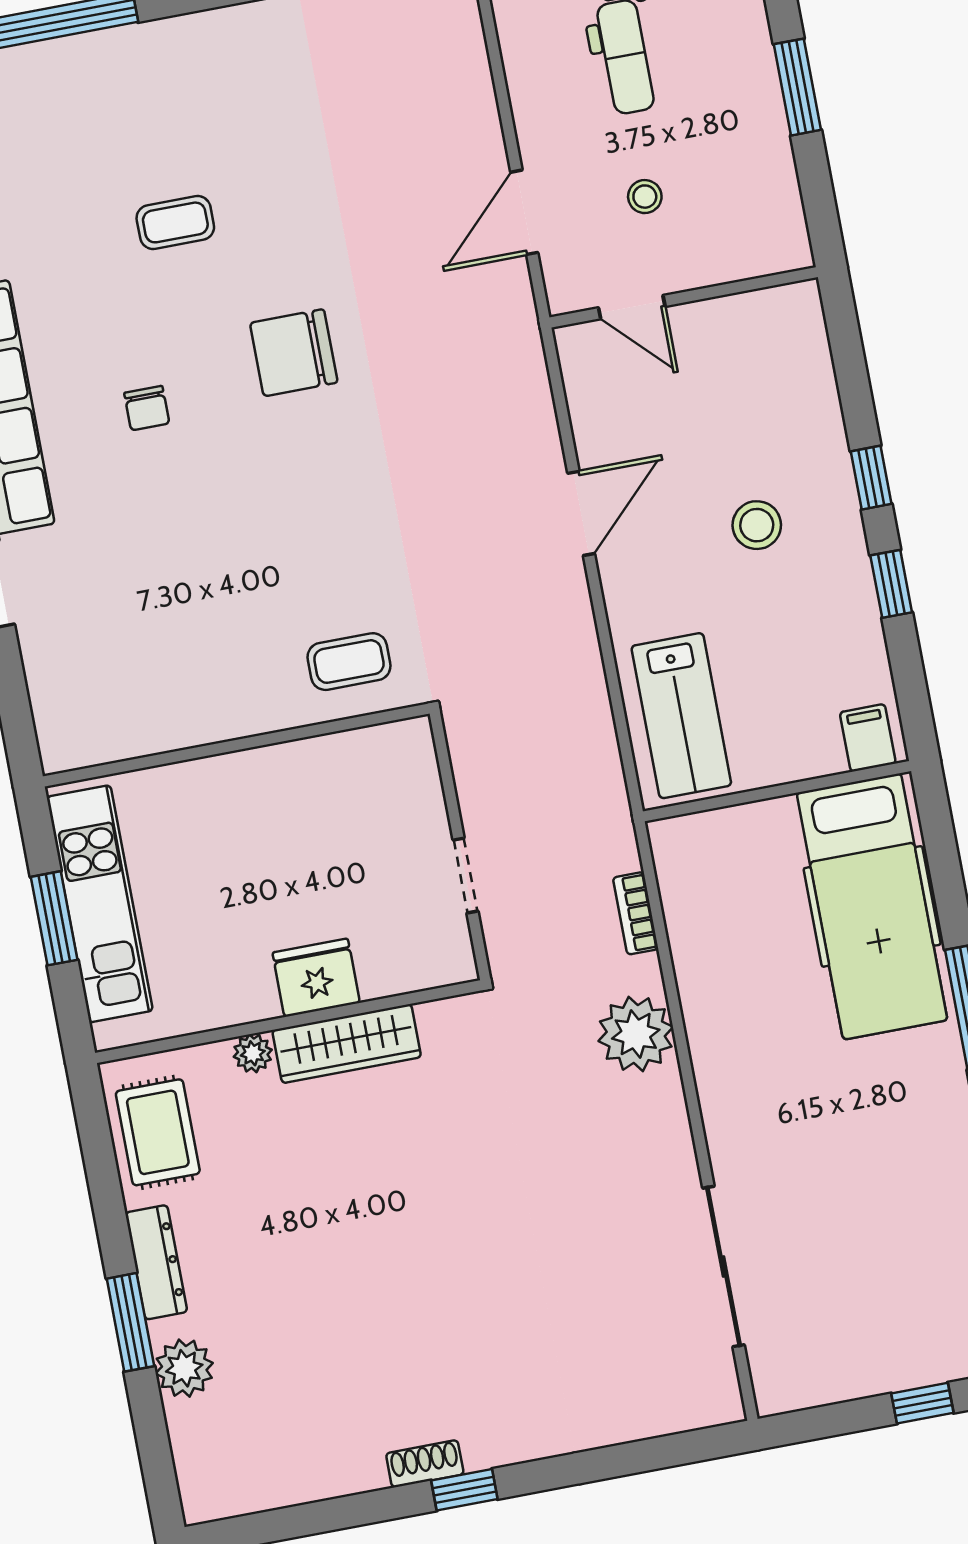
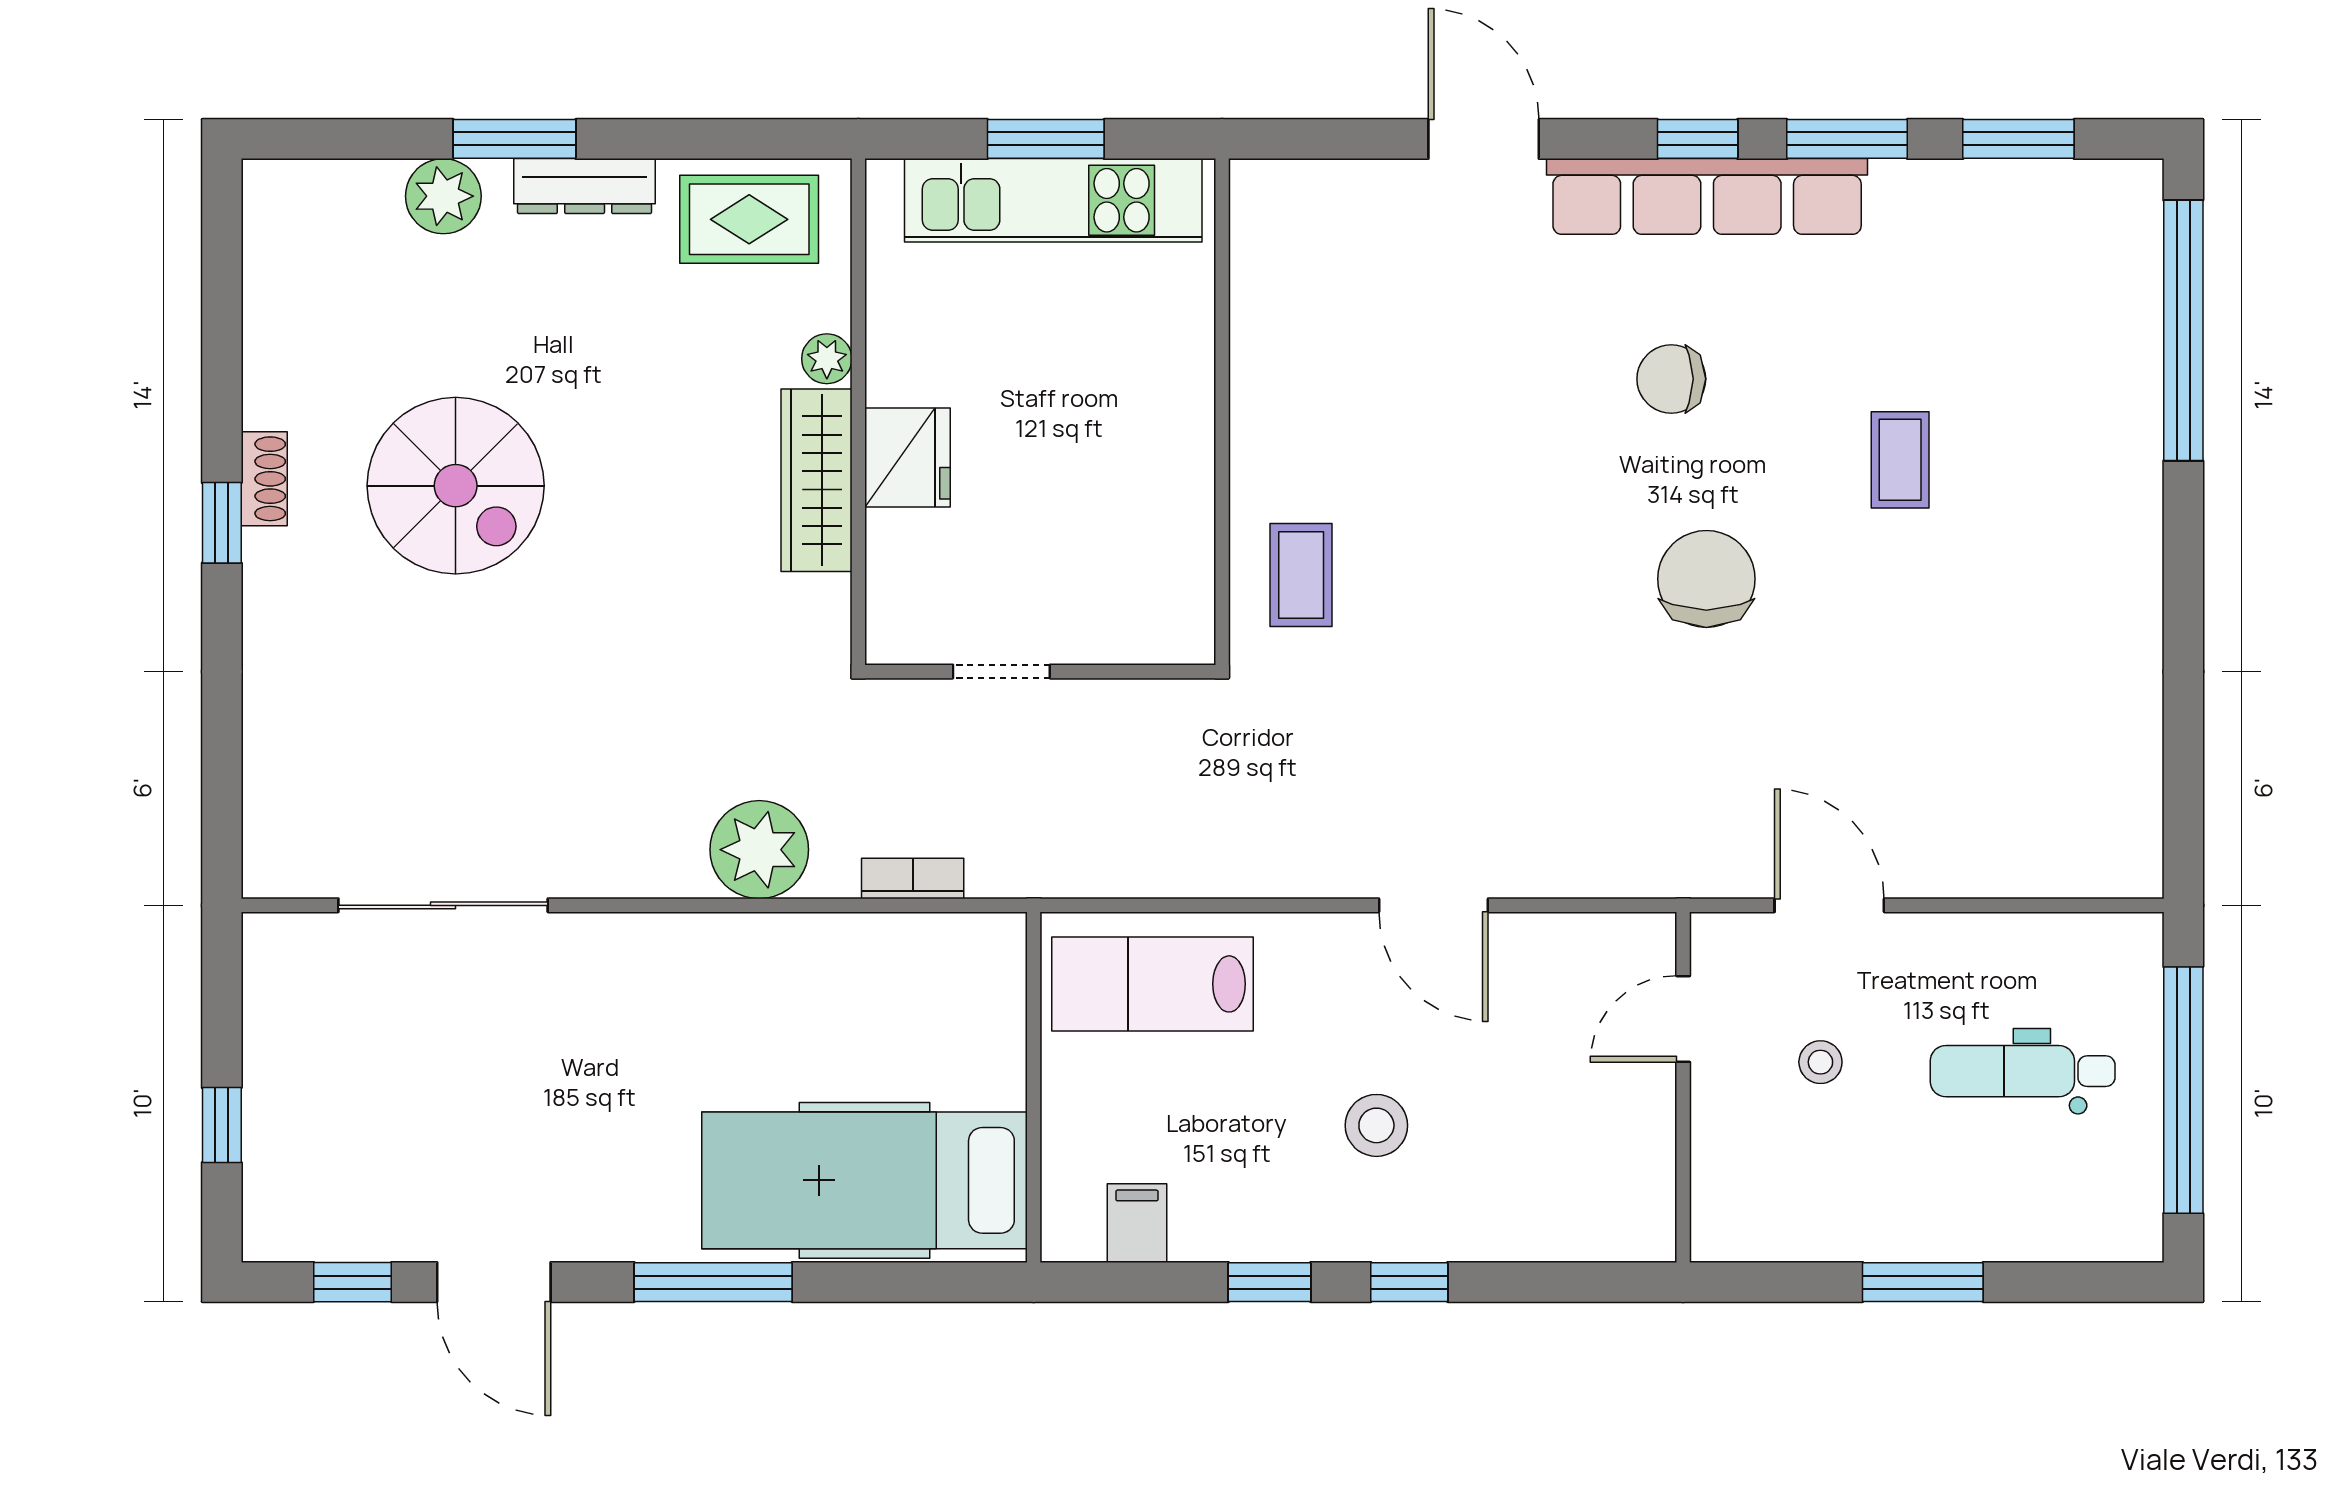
chair: (147, 408) -> (1671, 379), width x1.37, depth x1.37
filing cabinet: (868, 738) -> (1137, 1223), moved, turned -90
spiral stairs: (403, 1317) -> (456, 486), added

